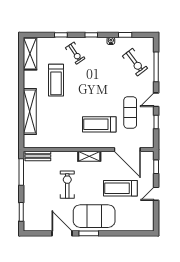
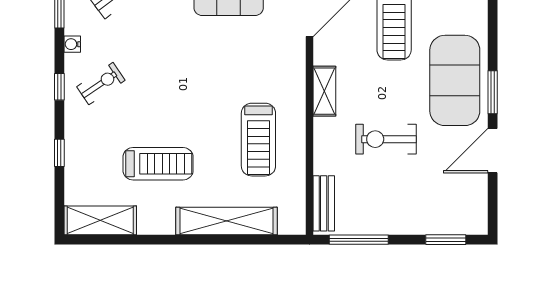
exercise bike: (75, 53) -> (101, 84), moved
treadmill: (99, 124) -> (258, 140), moved

